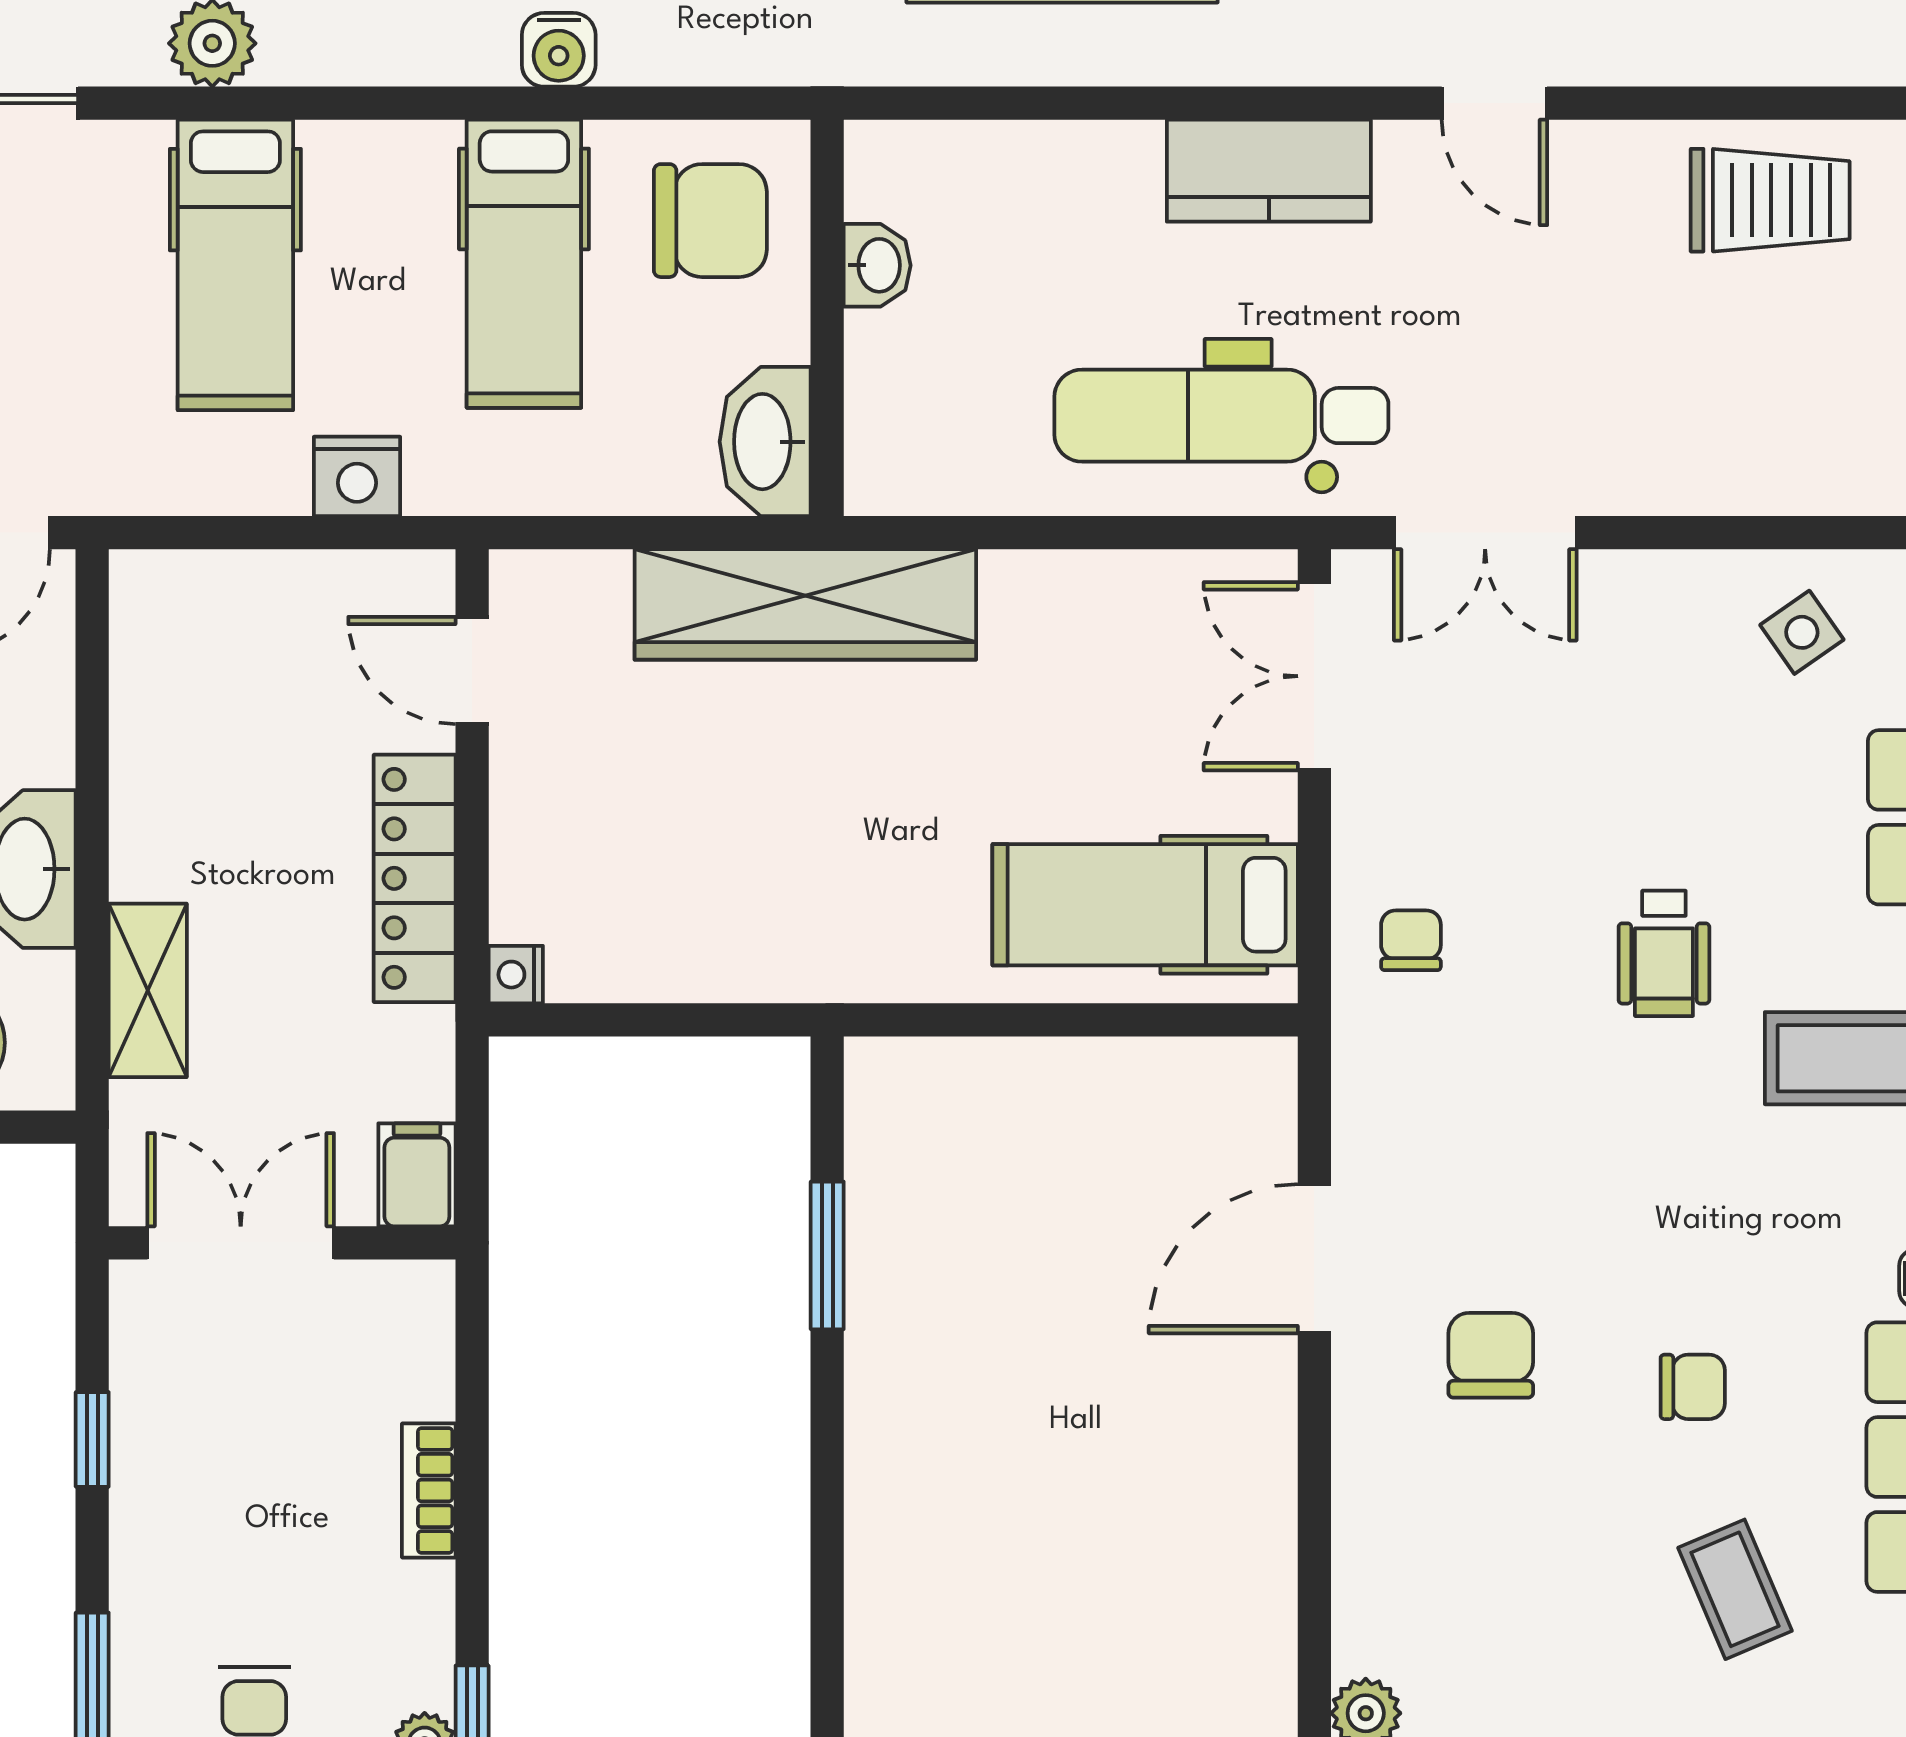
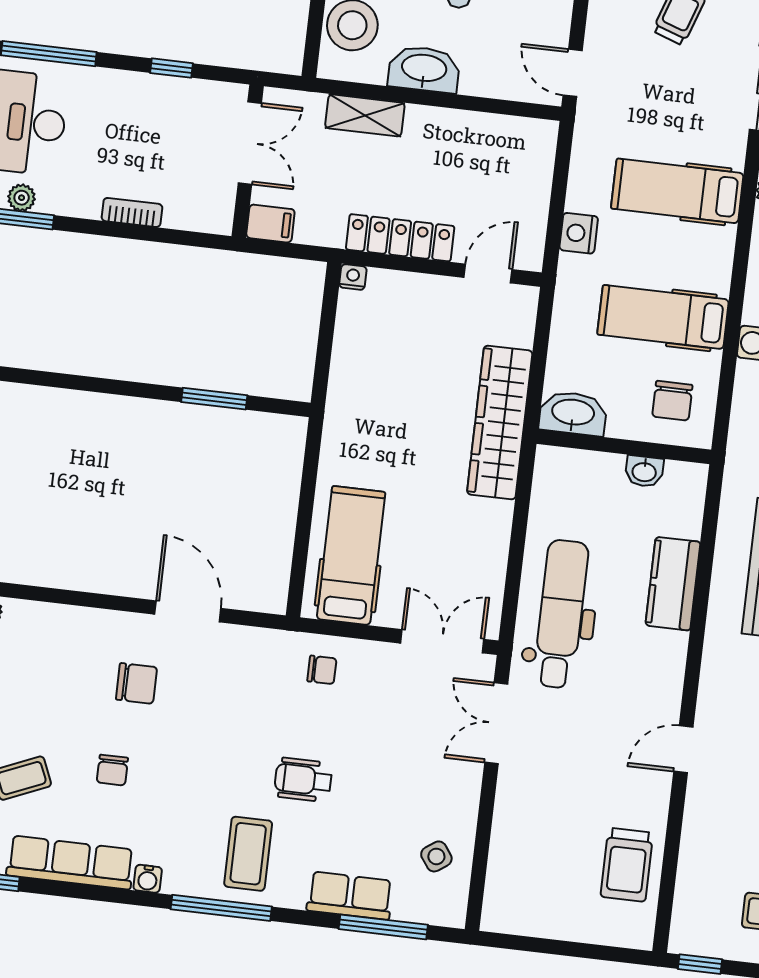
kitchen counter: (1269, 171) -> (673, 584), moved
chair: (710, 221) -> (672, 401), width x0.73, depth x0.73

